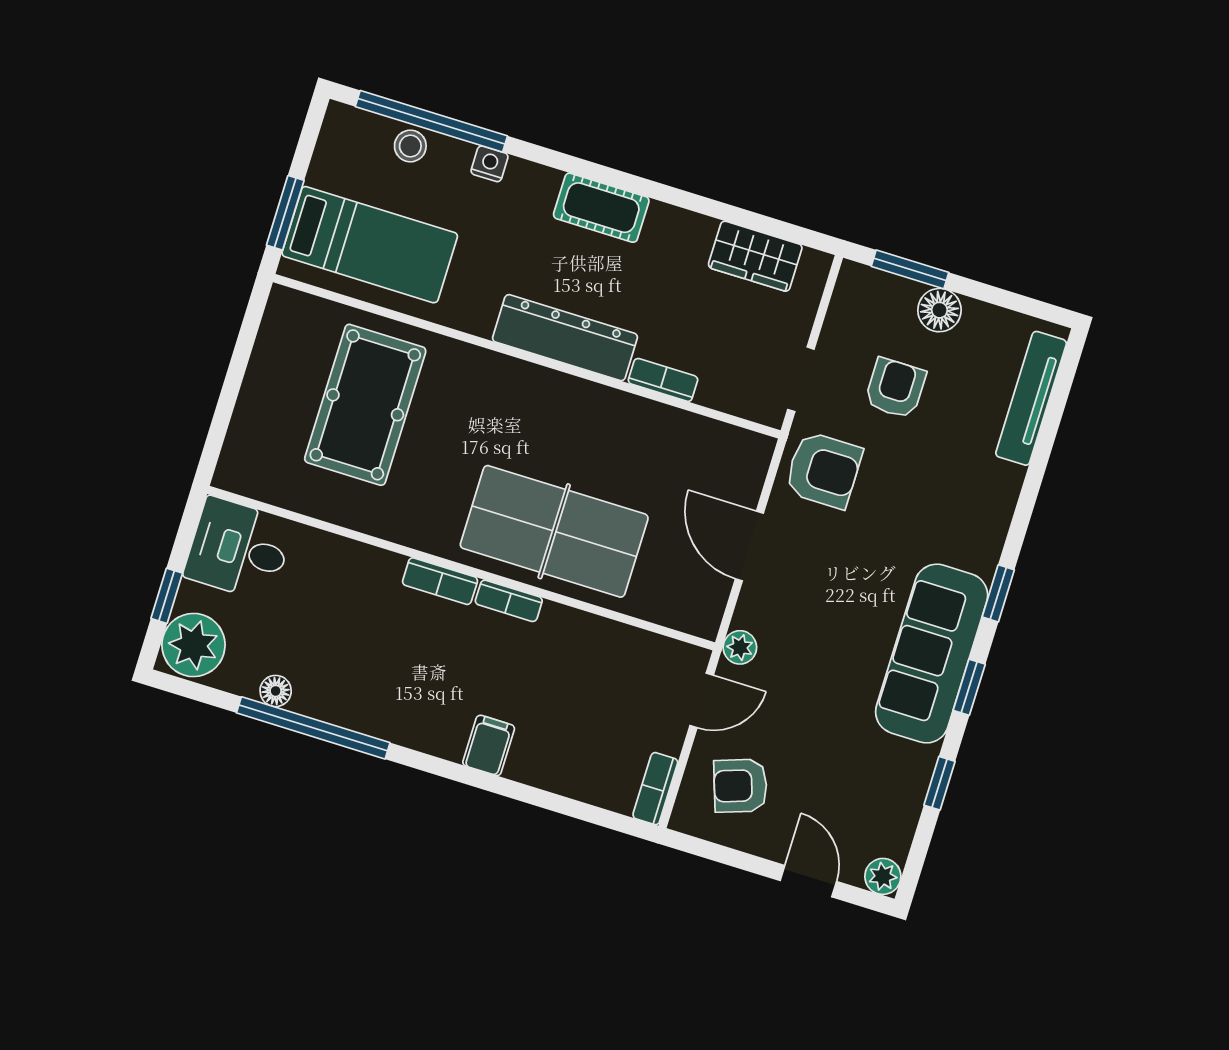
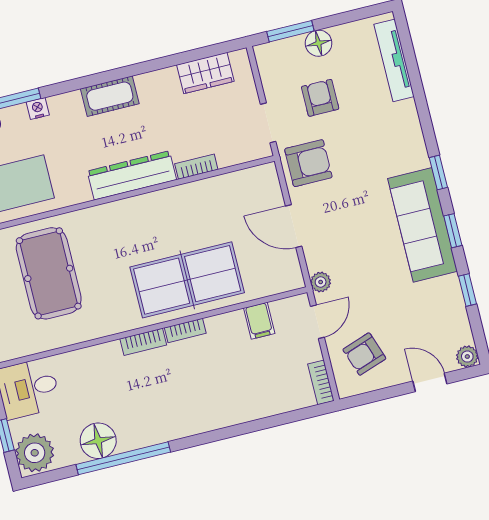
floor lamp: (276, 691) -> (98, 441), width x1.89, depth x1.89
filing cabinet: (489, 745) -> (259, 321), moved, turned 180

